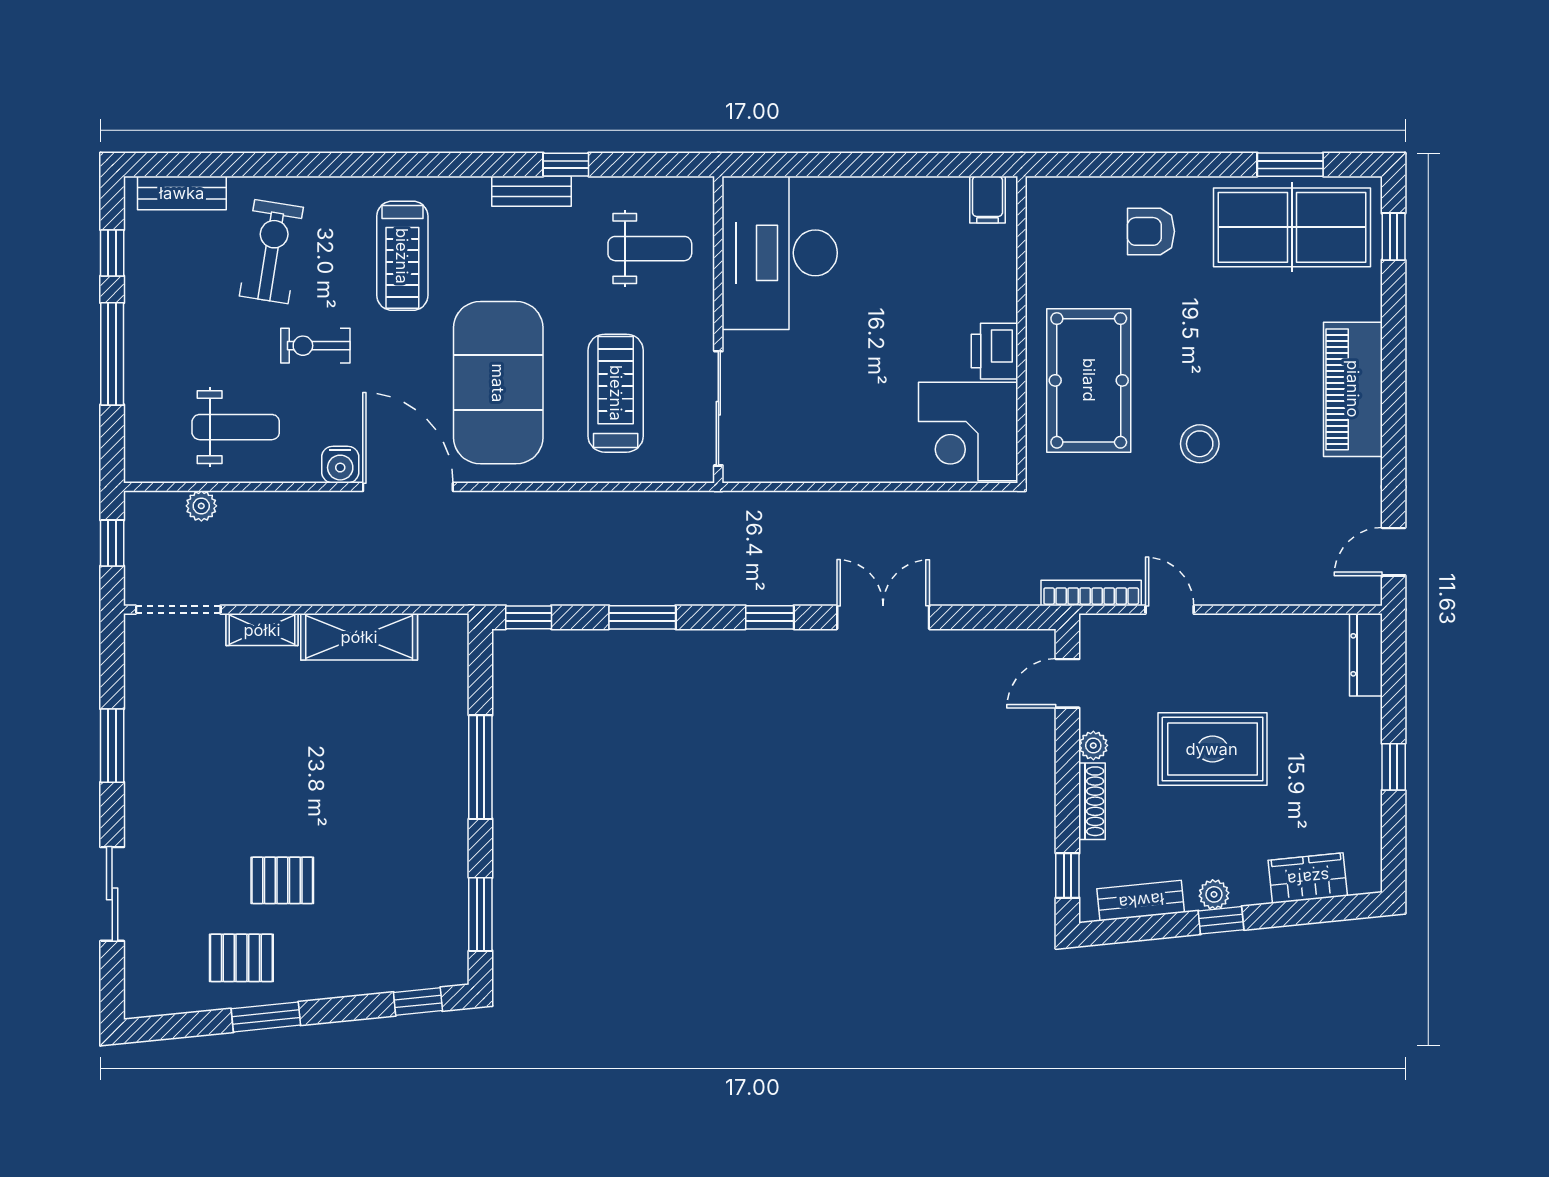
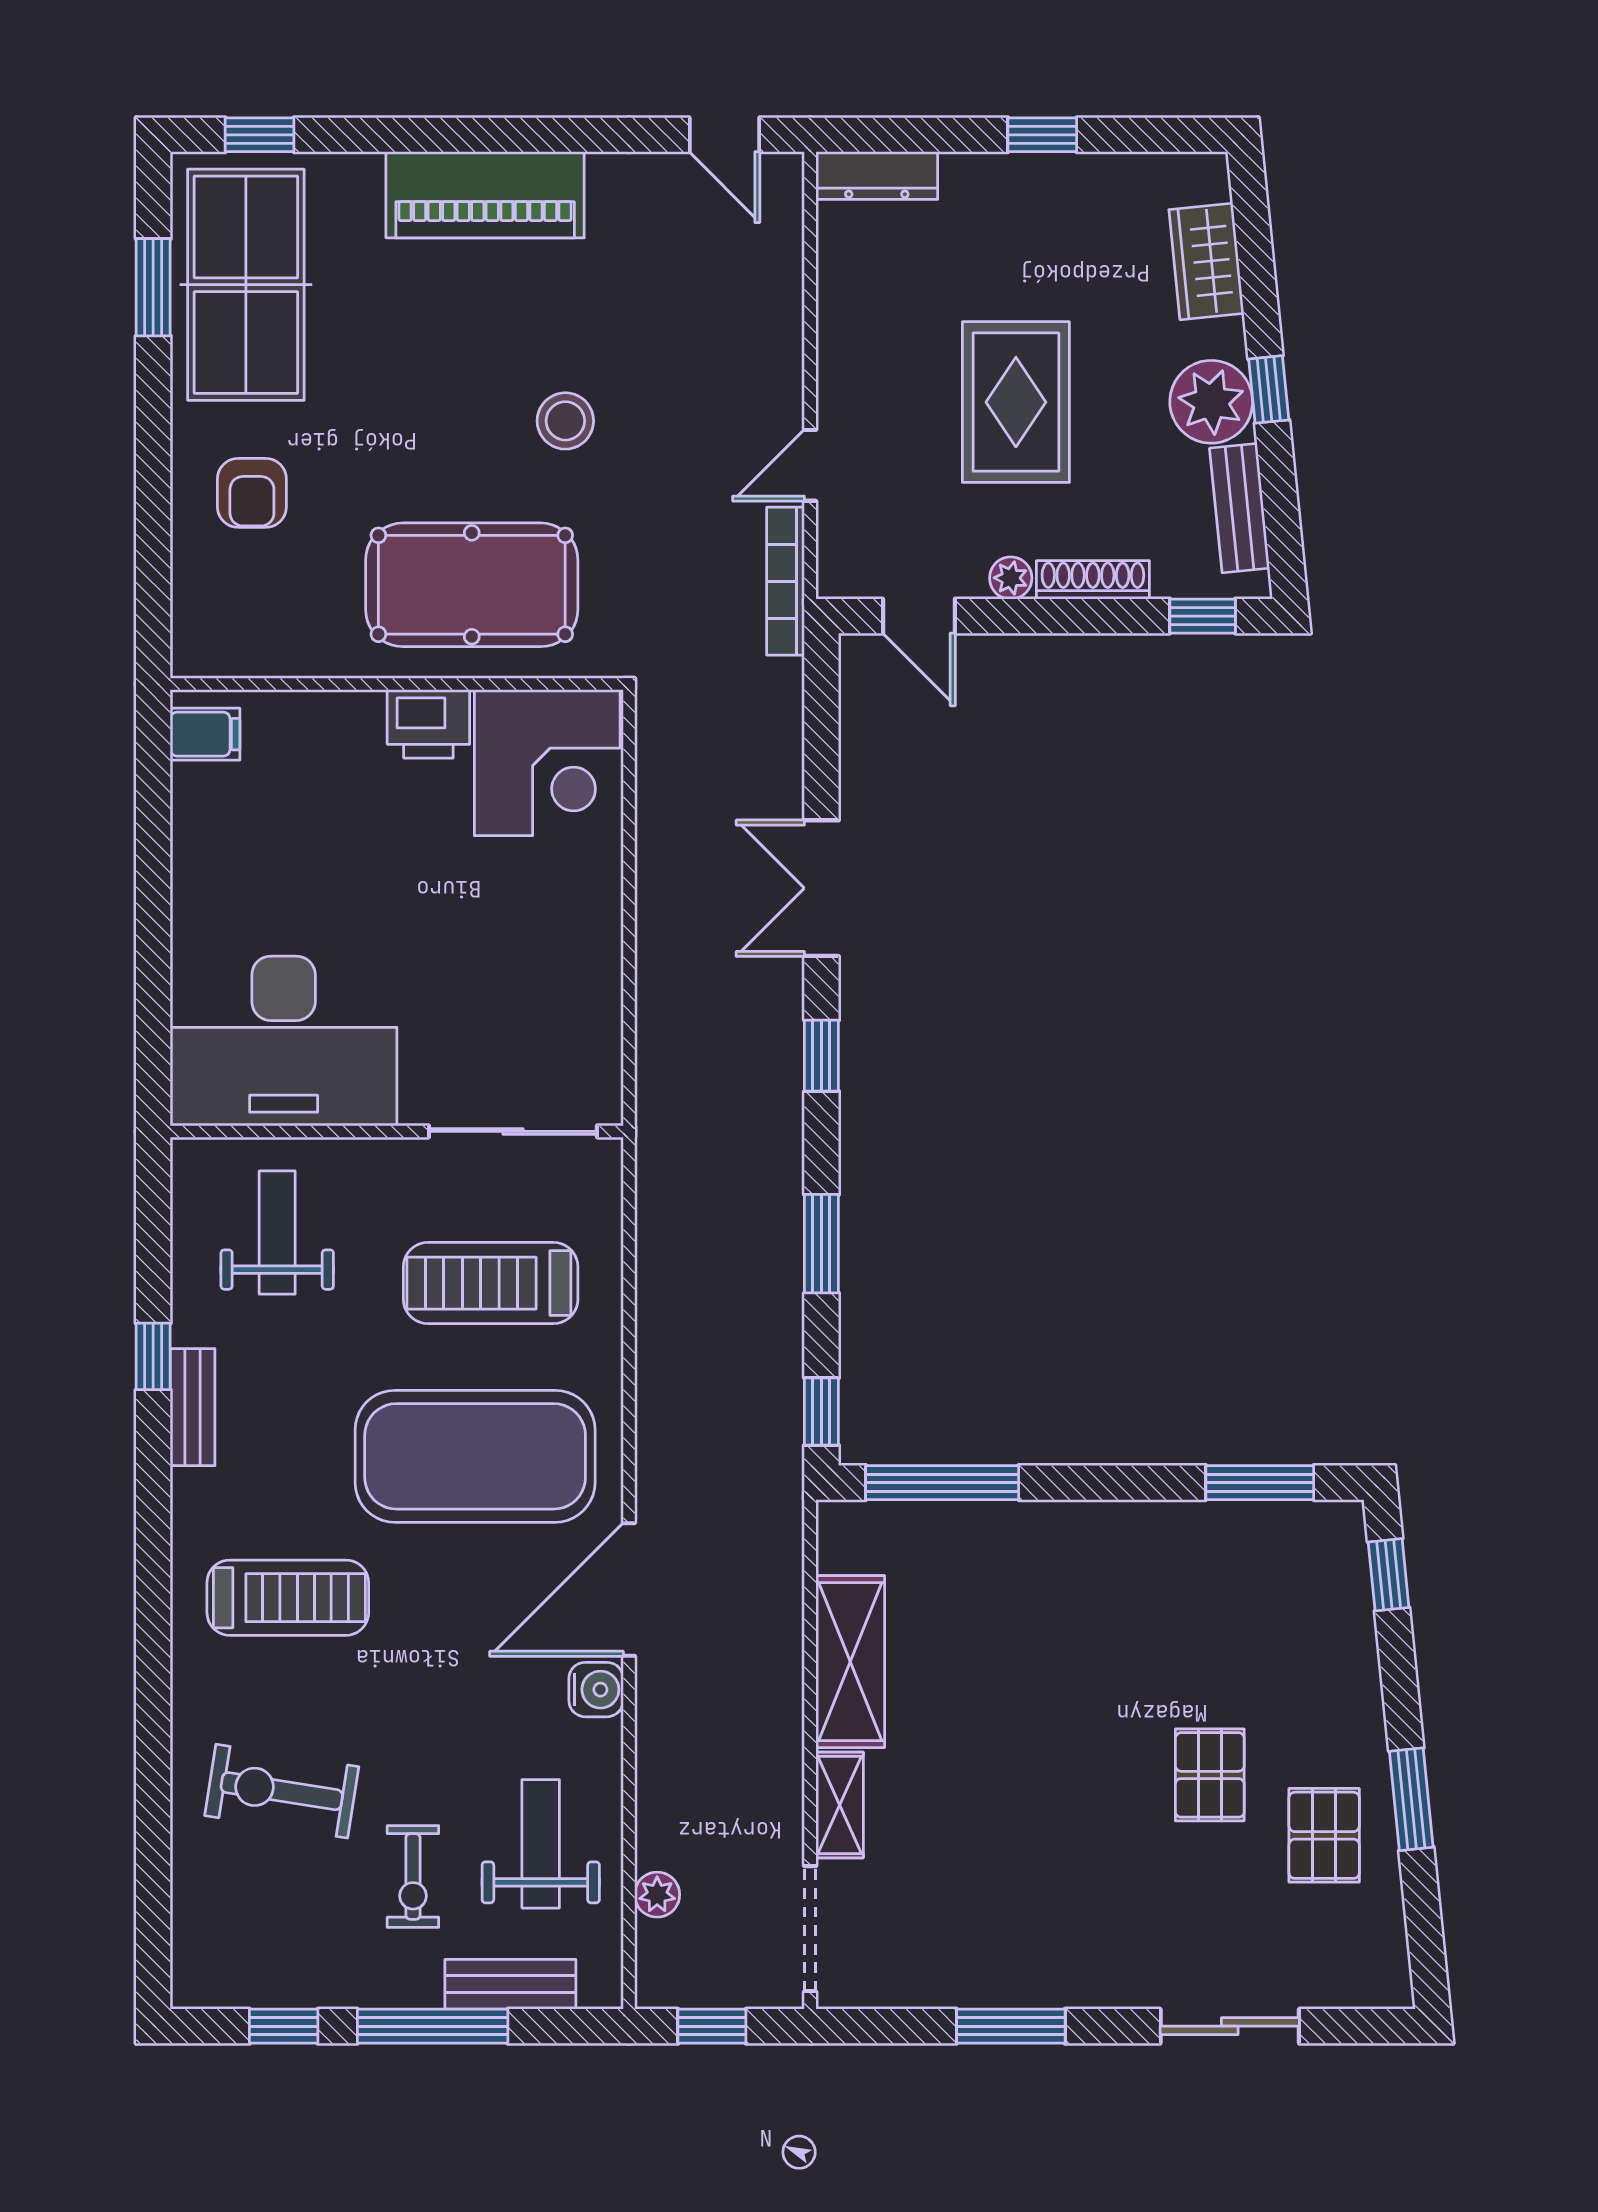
bench: (182, 193) -> (510, 1984), moved, turned 90
exercise bike: (315, 346) -> (413, 1876), moved
window: (480, 767) -> (942, 1483), moved
plant: (1214, 894) -> (1211, 402), width x1.87, depth x1.87

